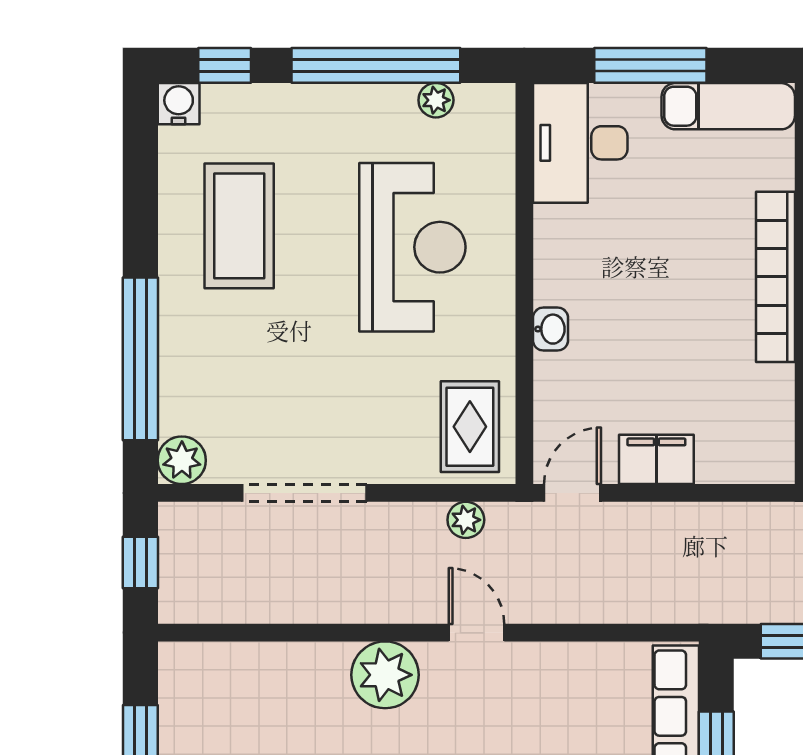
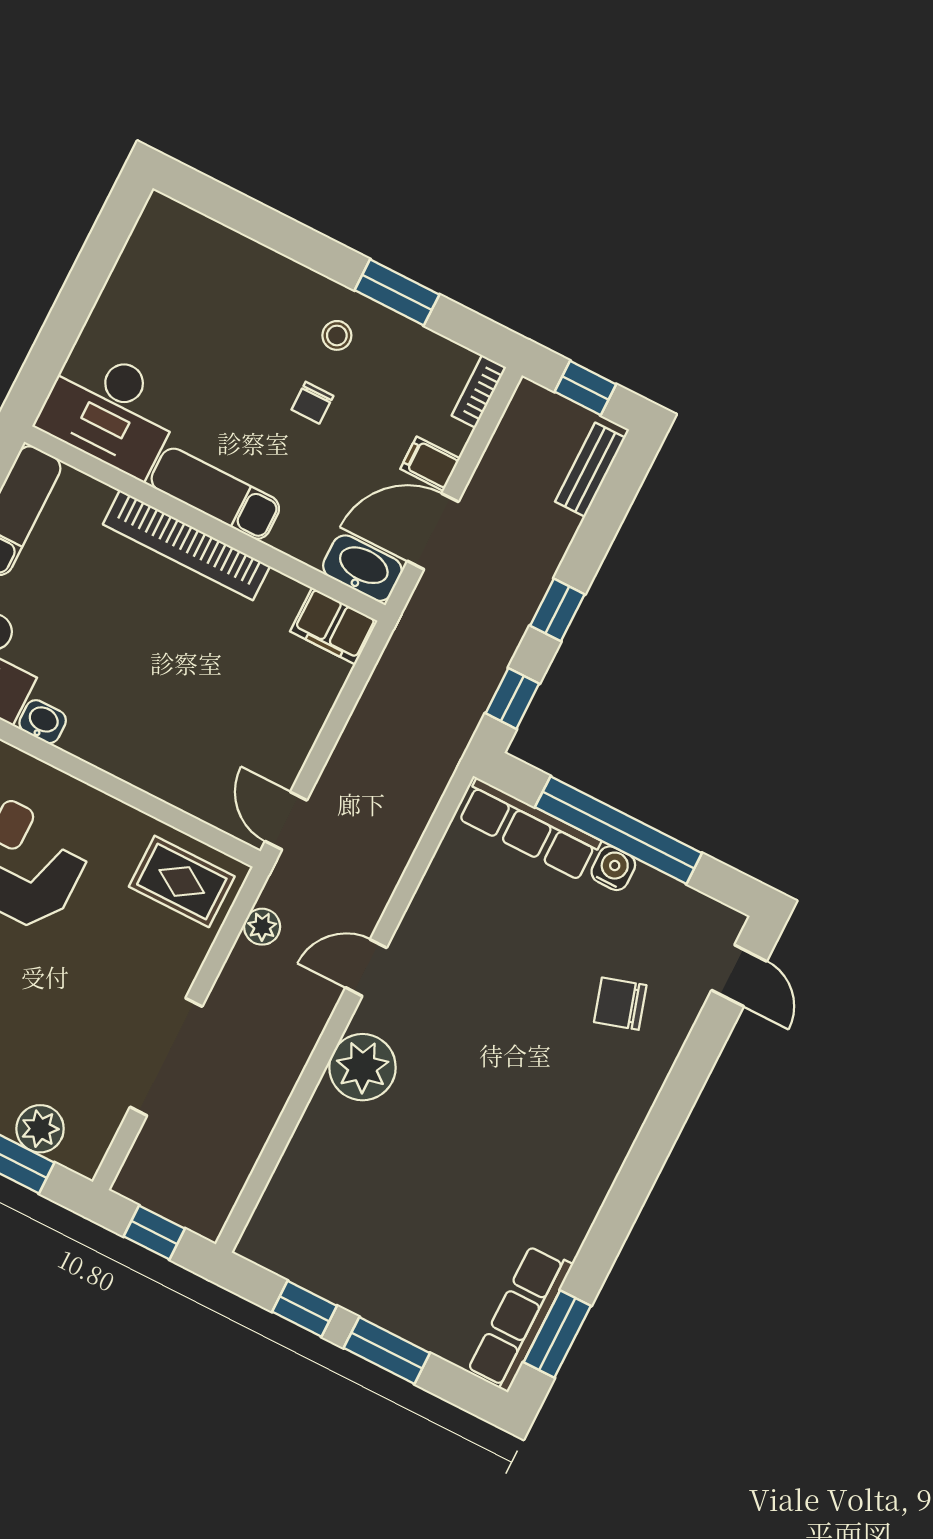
washbasin: (550, 329) -> (43, 722), moved
filing cabinet: (656, 459) -> (334, 626), moved, turned -90
plant: (182, 460) -> (40, 1129), moved

